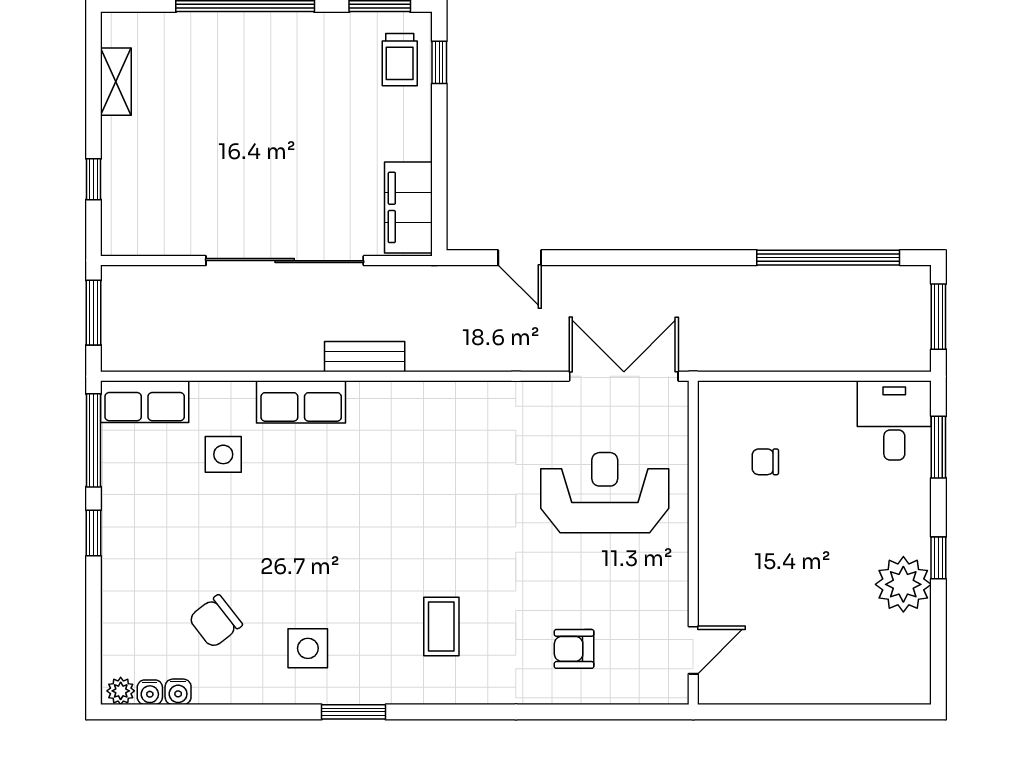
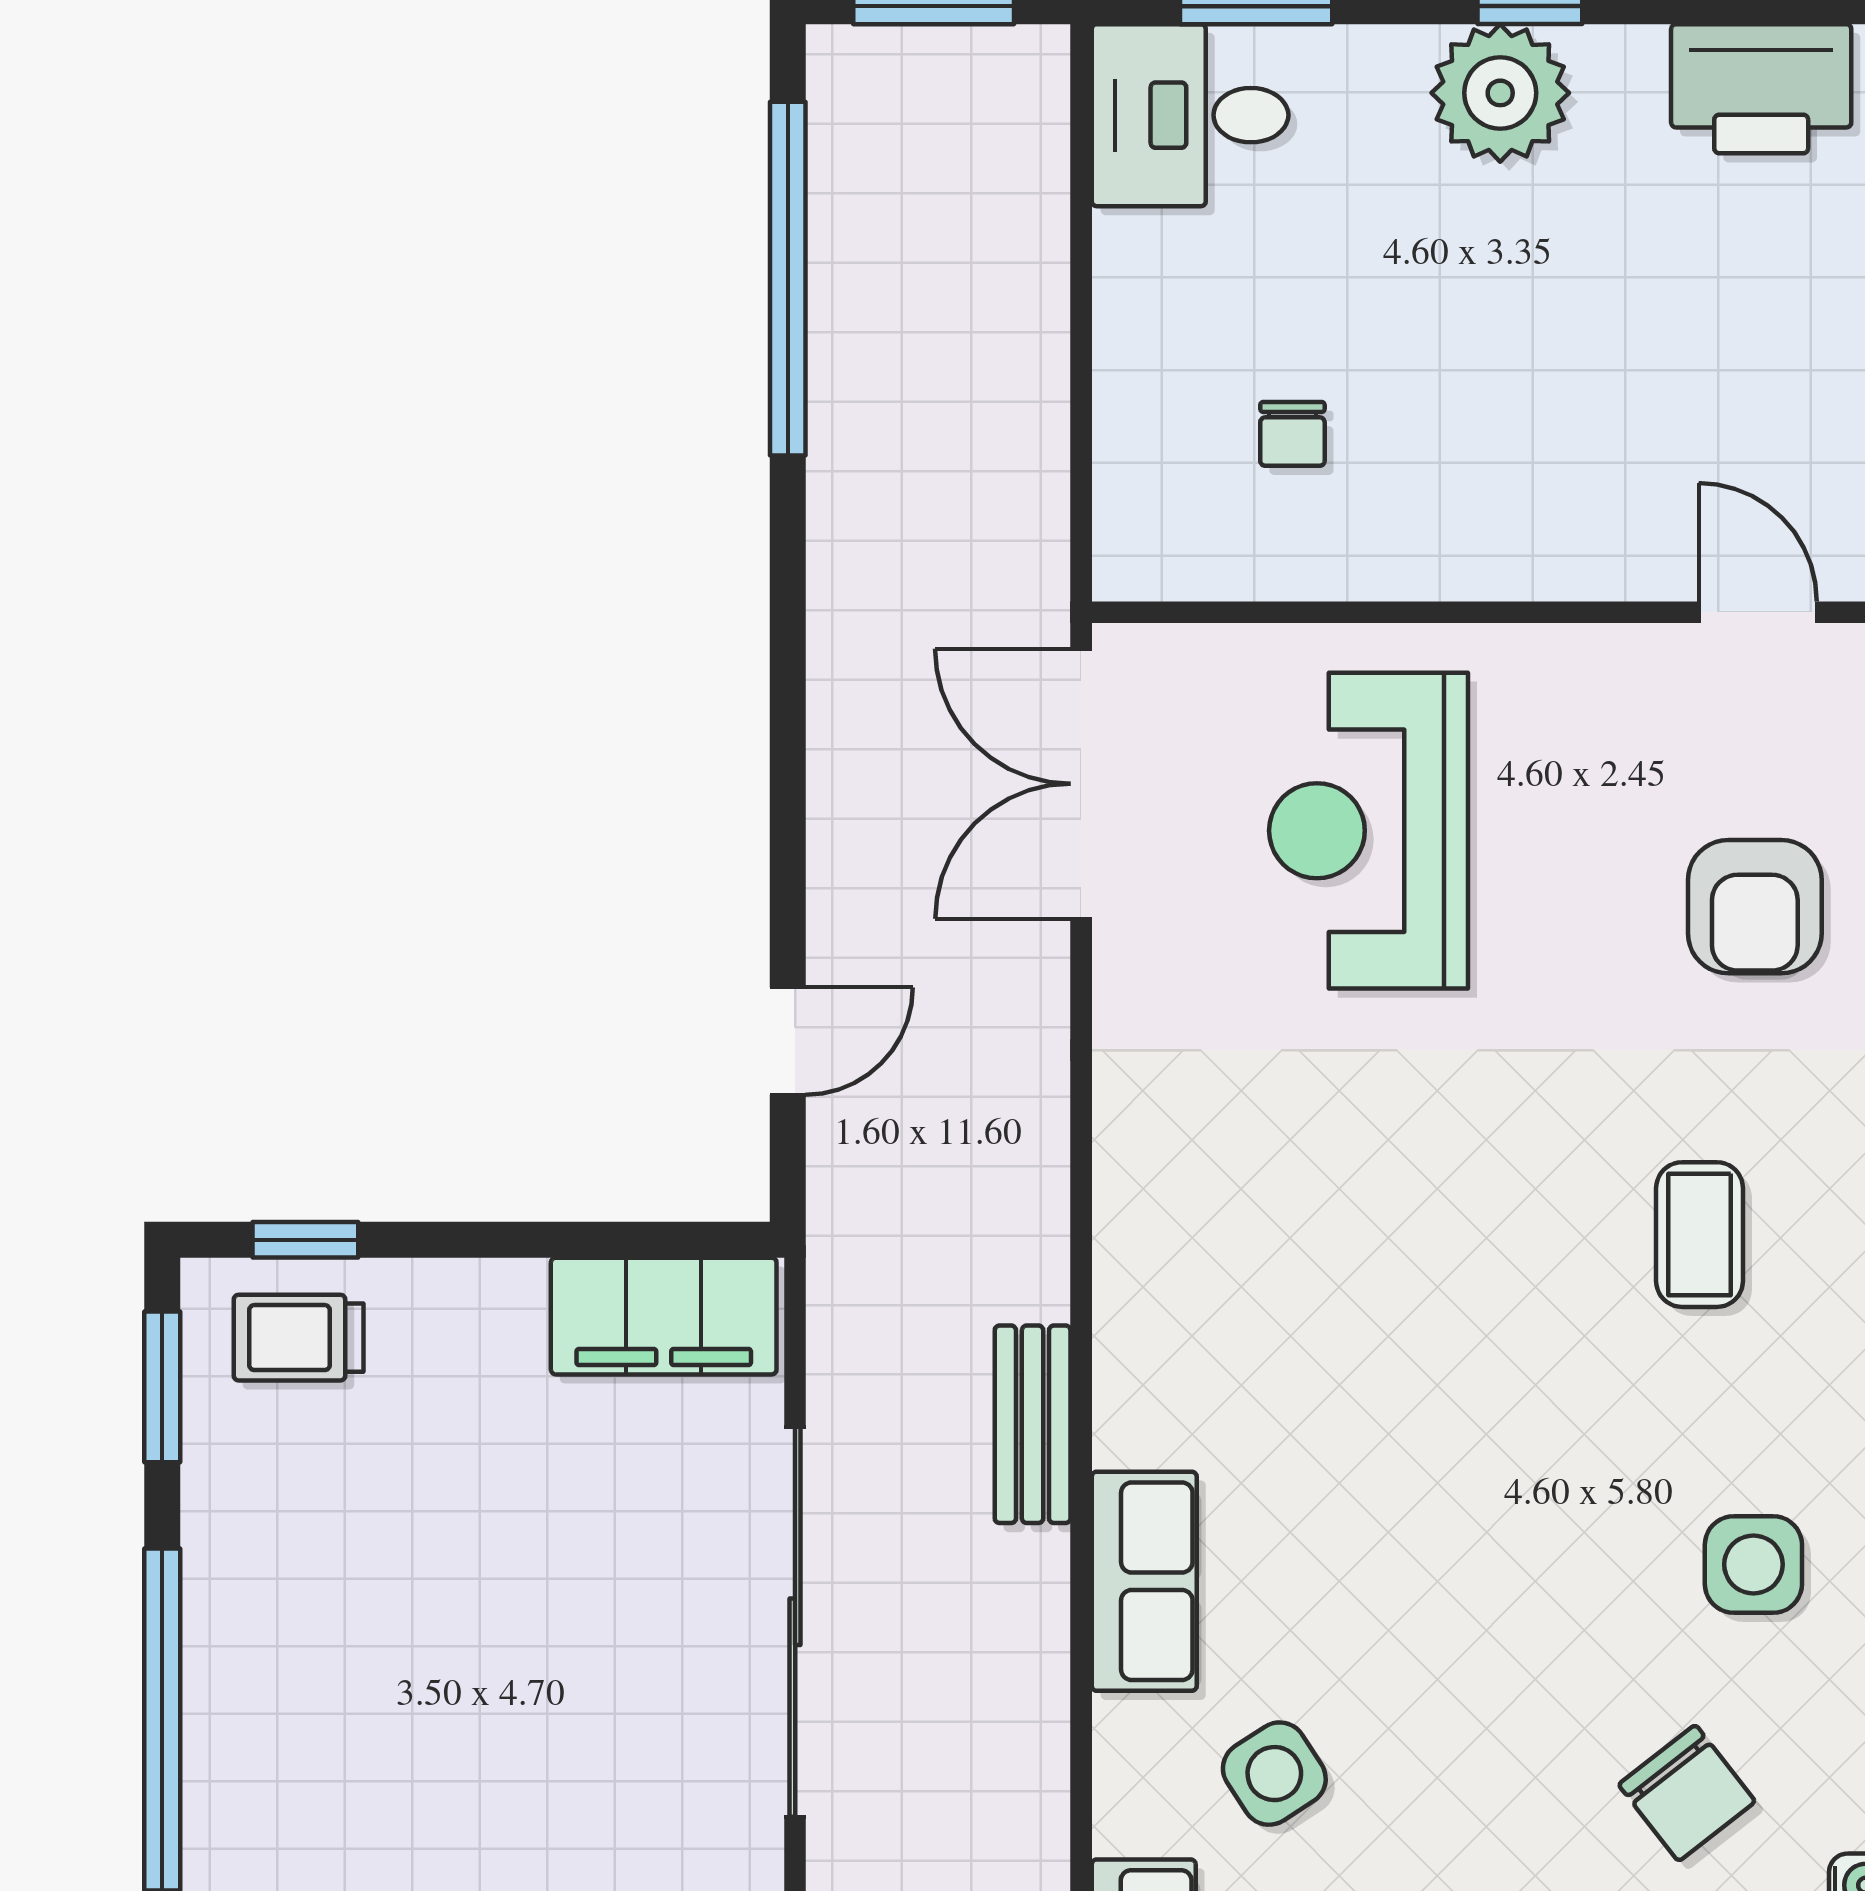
trolley: (400, 60) -> (299, 1338), turned 180
side table: (223, 454) -> (1274, 1774), turned -33
plant: (903, 584) -> (1500, 93), moved
coffee table: (441, 627) -> (1700, 1235), turned 90
armchair: (574, 649) -> (1755, 907), width x1.38, depth x1.38
printer: (905, 651) -> (1761, 89), added

